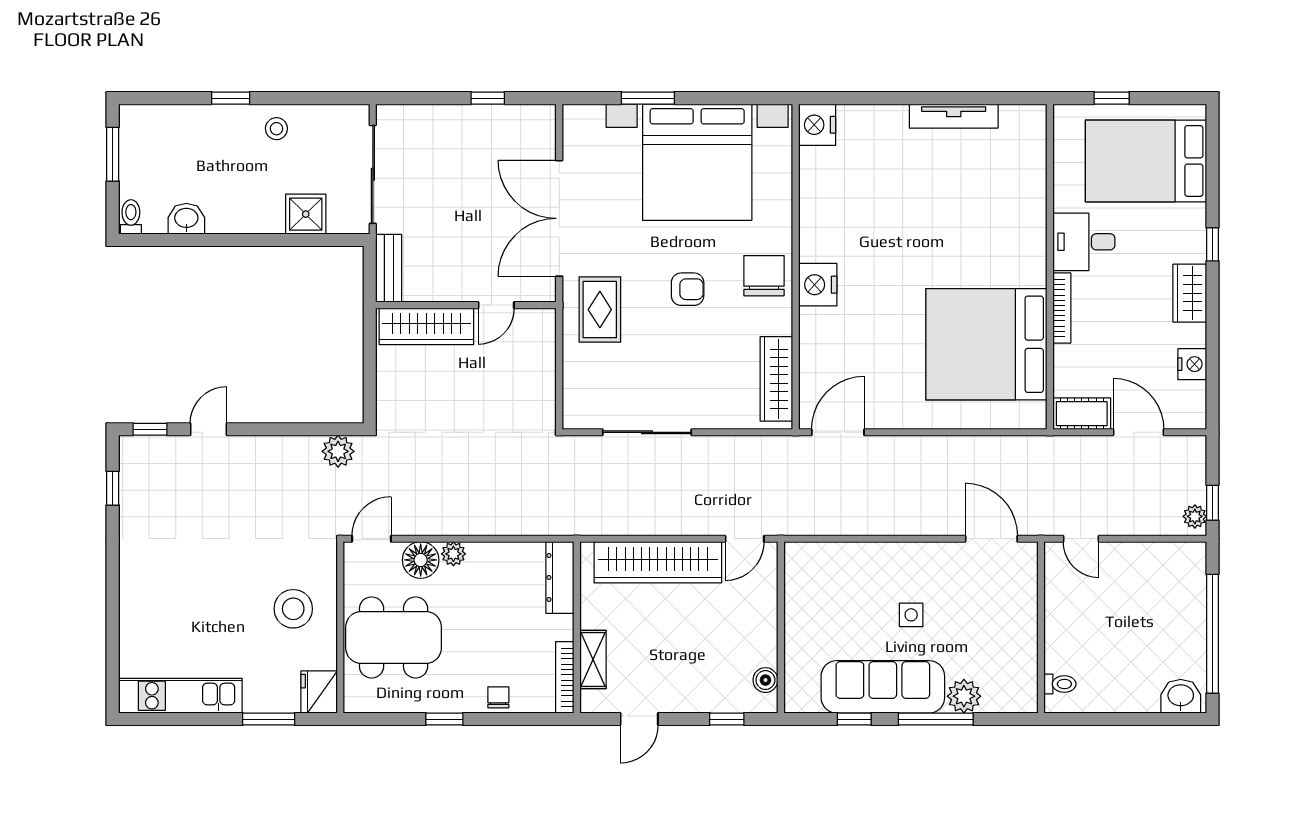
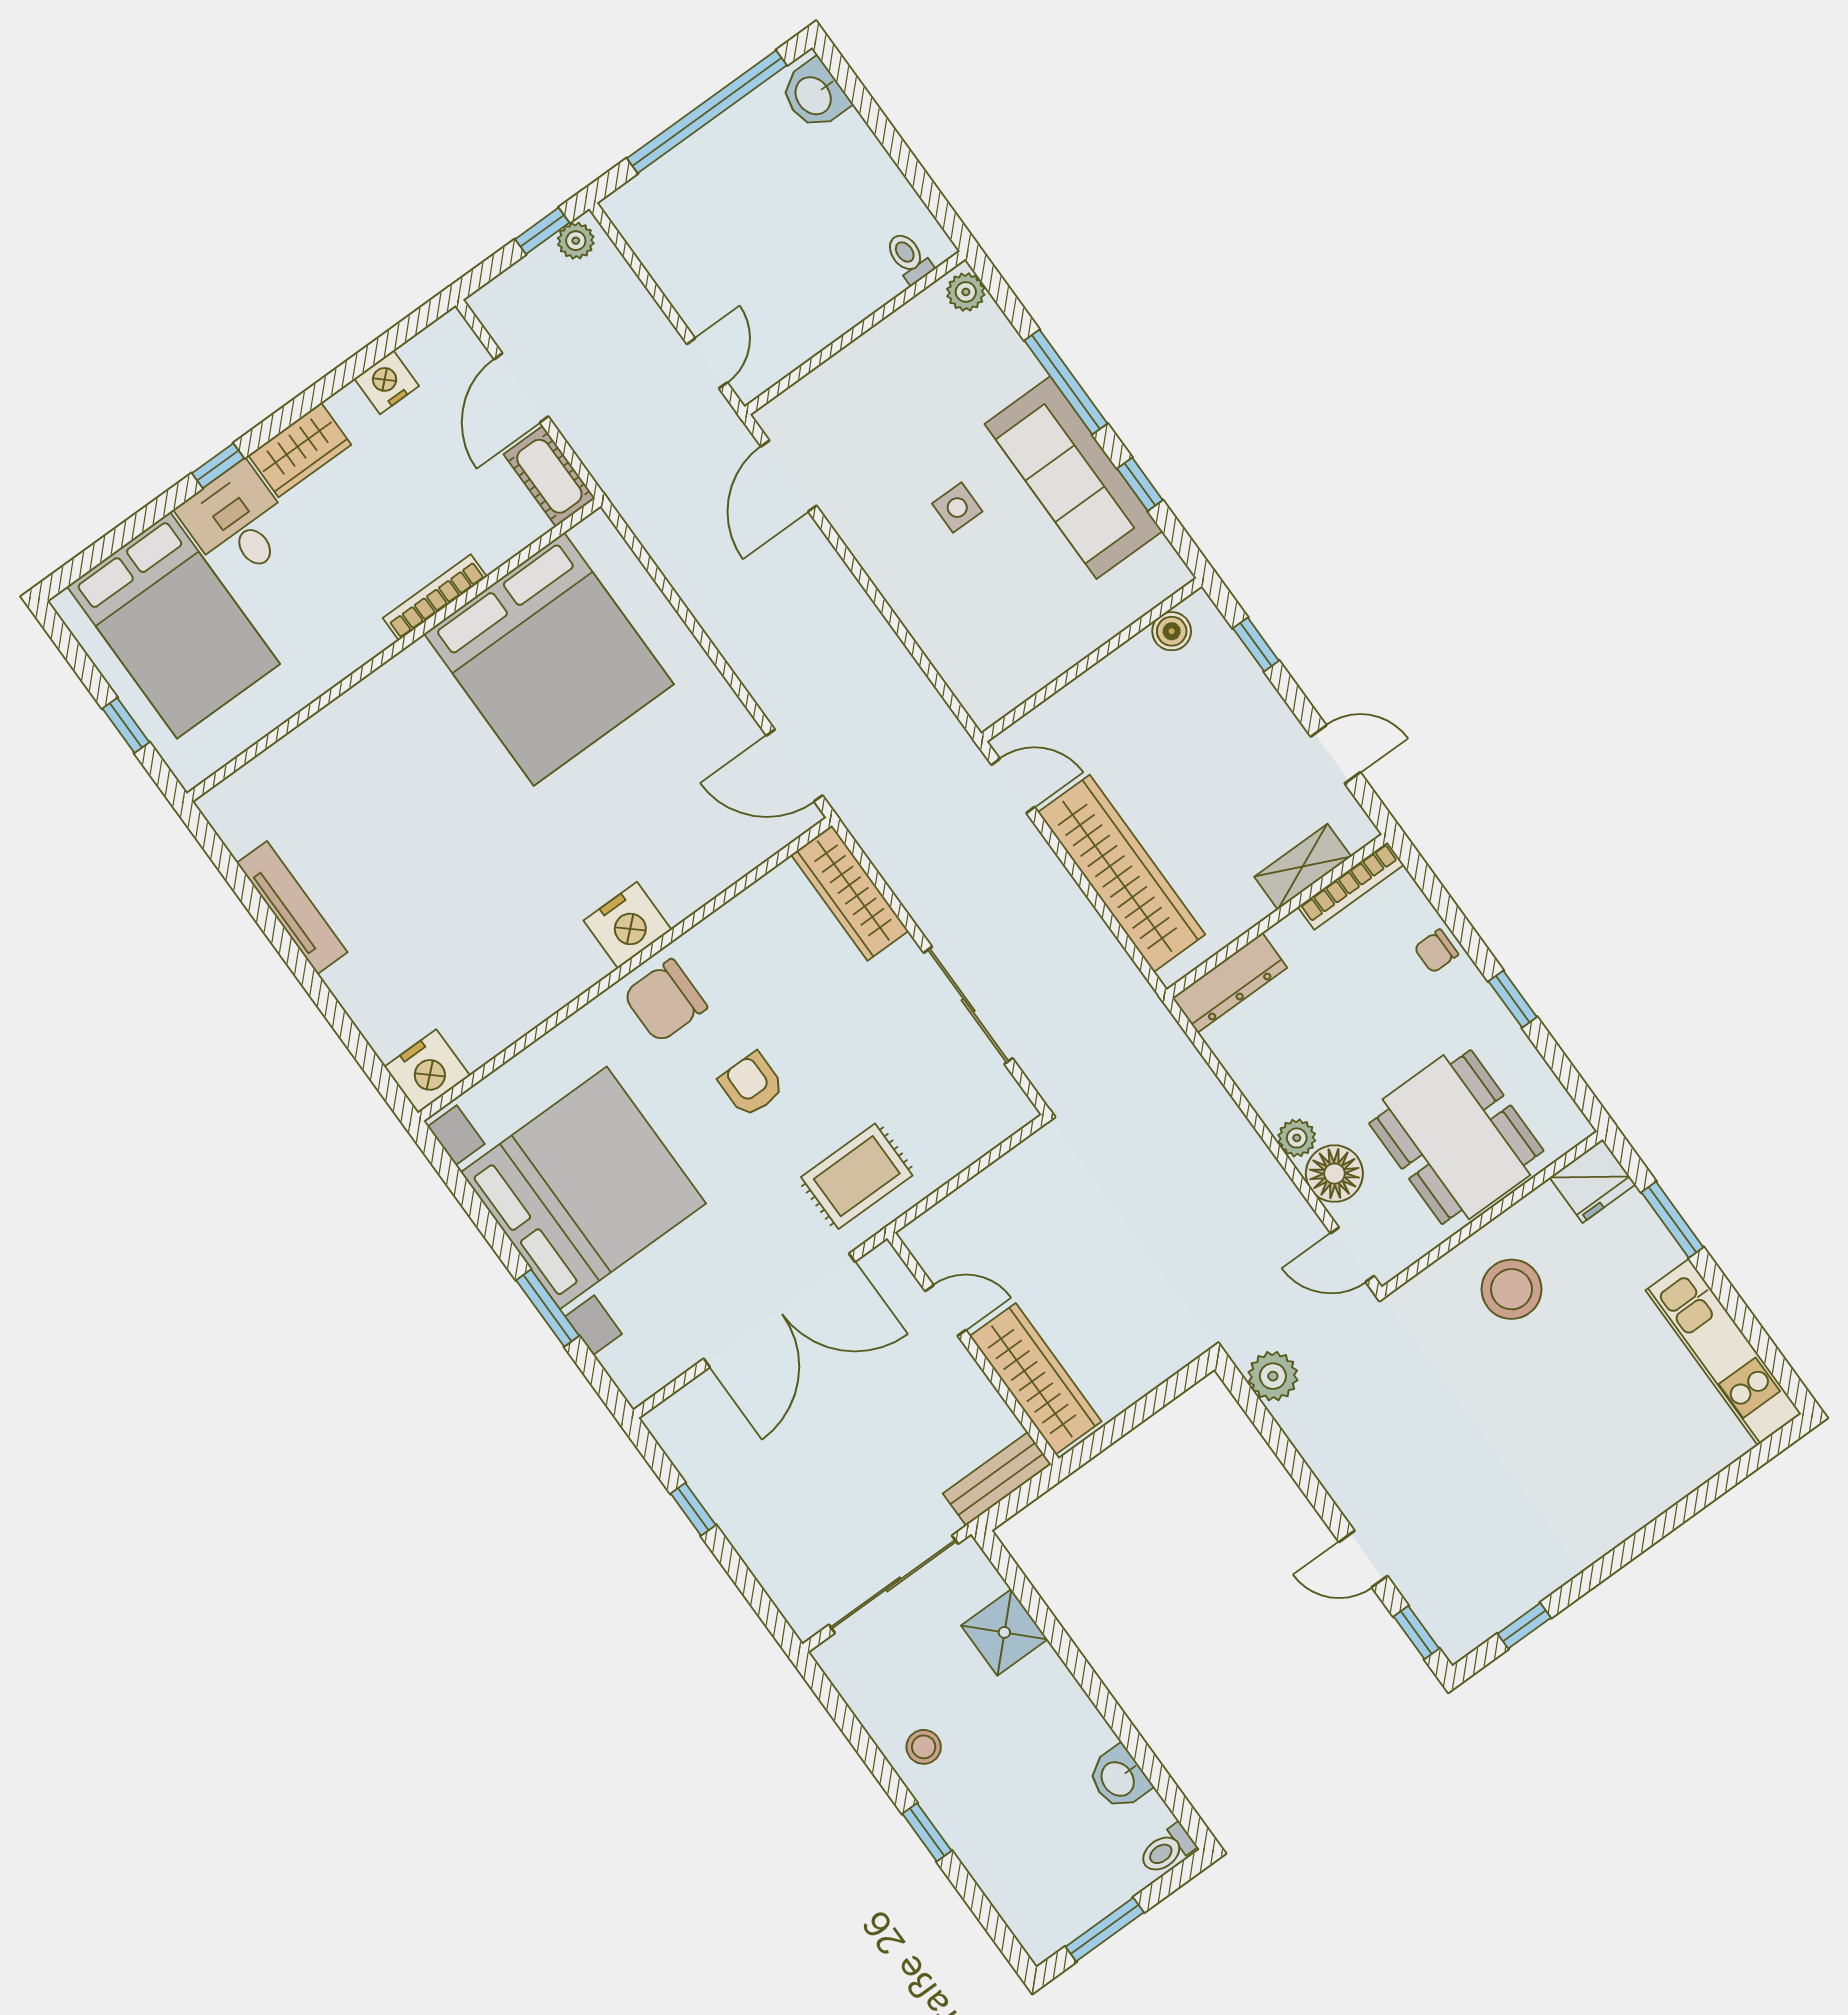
desk: (1084, 242) -> (237, 523), moved, turned 180
wardrobe: (776, 379) -> (850, 893), moved, turned 90
plant: (964, 696) -> (966, 292), moved, width x0.73, depth x0.73

